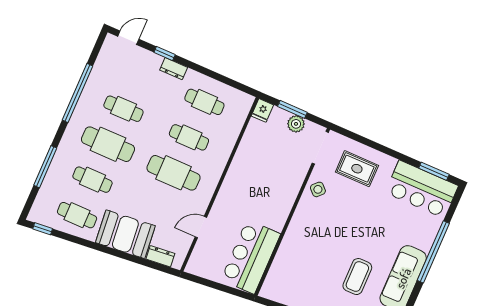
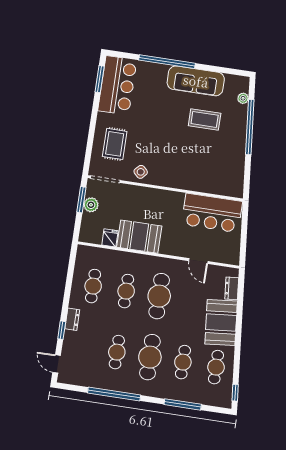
window: (292, 109) -> (81, 200), moved
fridge: (262, 110) -> (110, 238), moved, turned -90
booth: (246, 168) -> (139, 237), added

